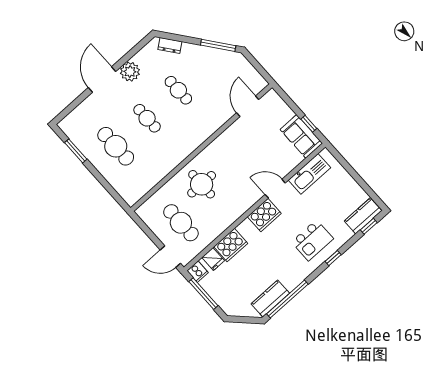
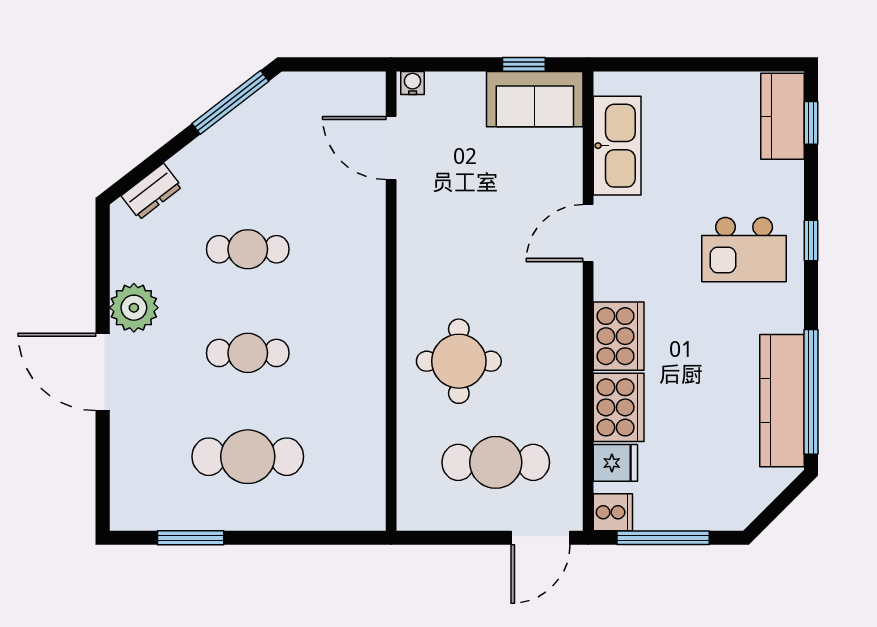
water cooler: (273, 95) -> (413, 83), added
cooker: (264, 215) -> (619, 336), moved
kitchen island: (312, 240) -> (744, 250), turned 90
kitchen counter: (270, 299) -> (782, 401), width x1.50

